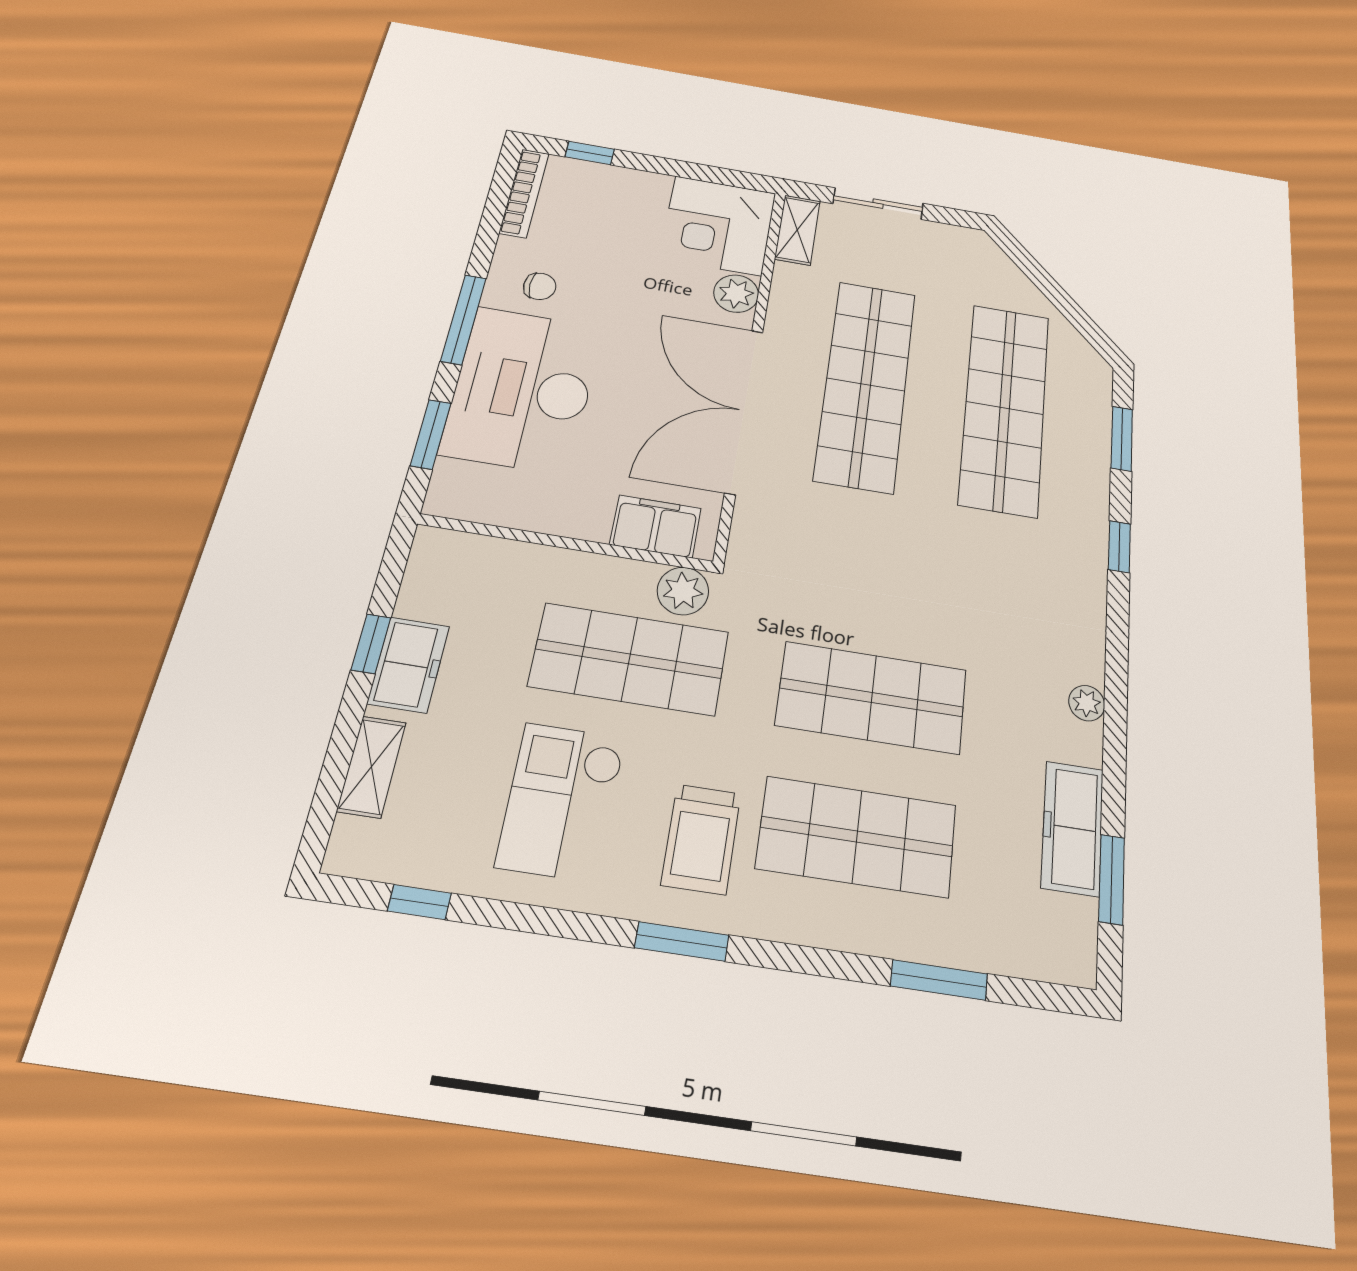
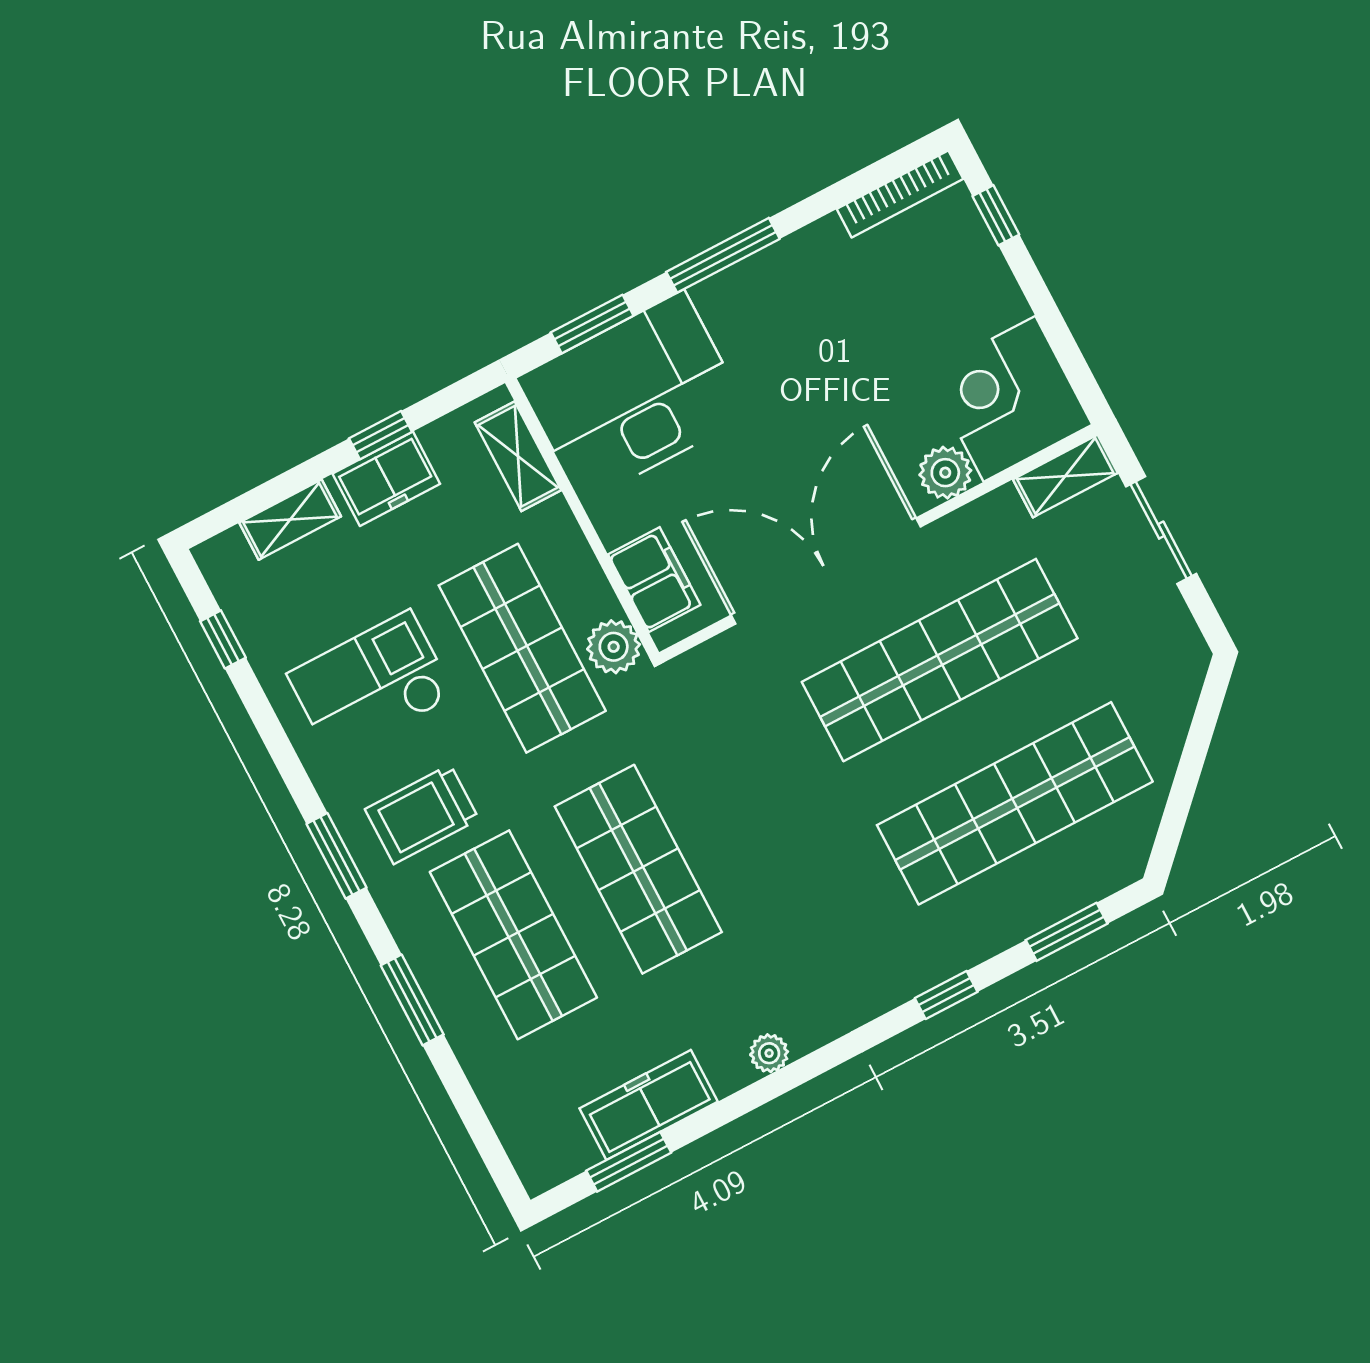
chair: (540, 286) -> (810, 292), removed
desk: (522, 389) -> (633, 397), moved
shelving: (480, 555) -> (518, 456), added
window: (939, 980) -> (412, 1000), moved

